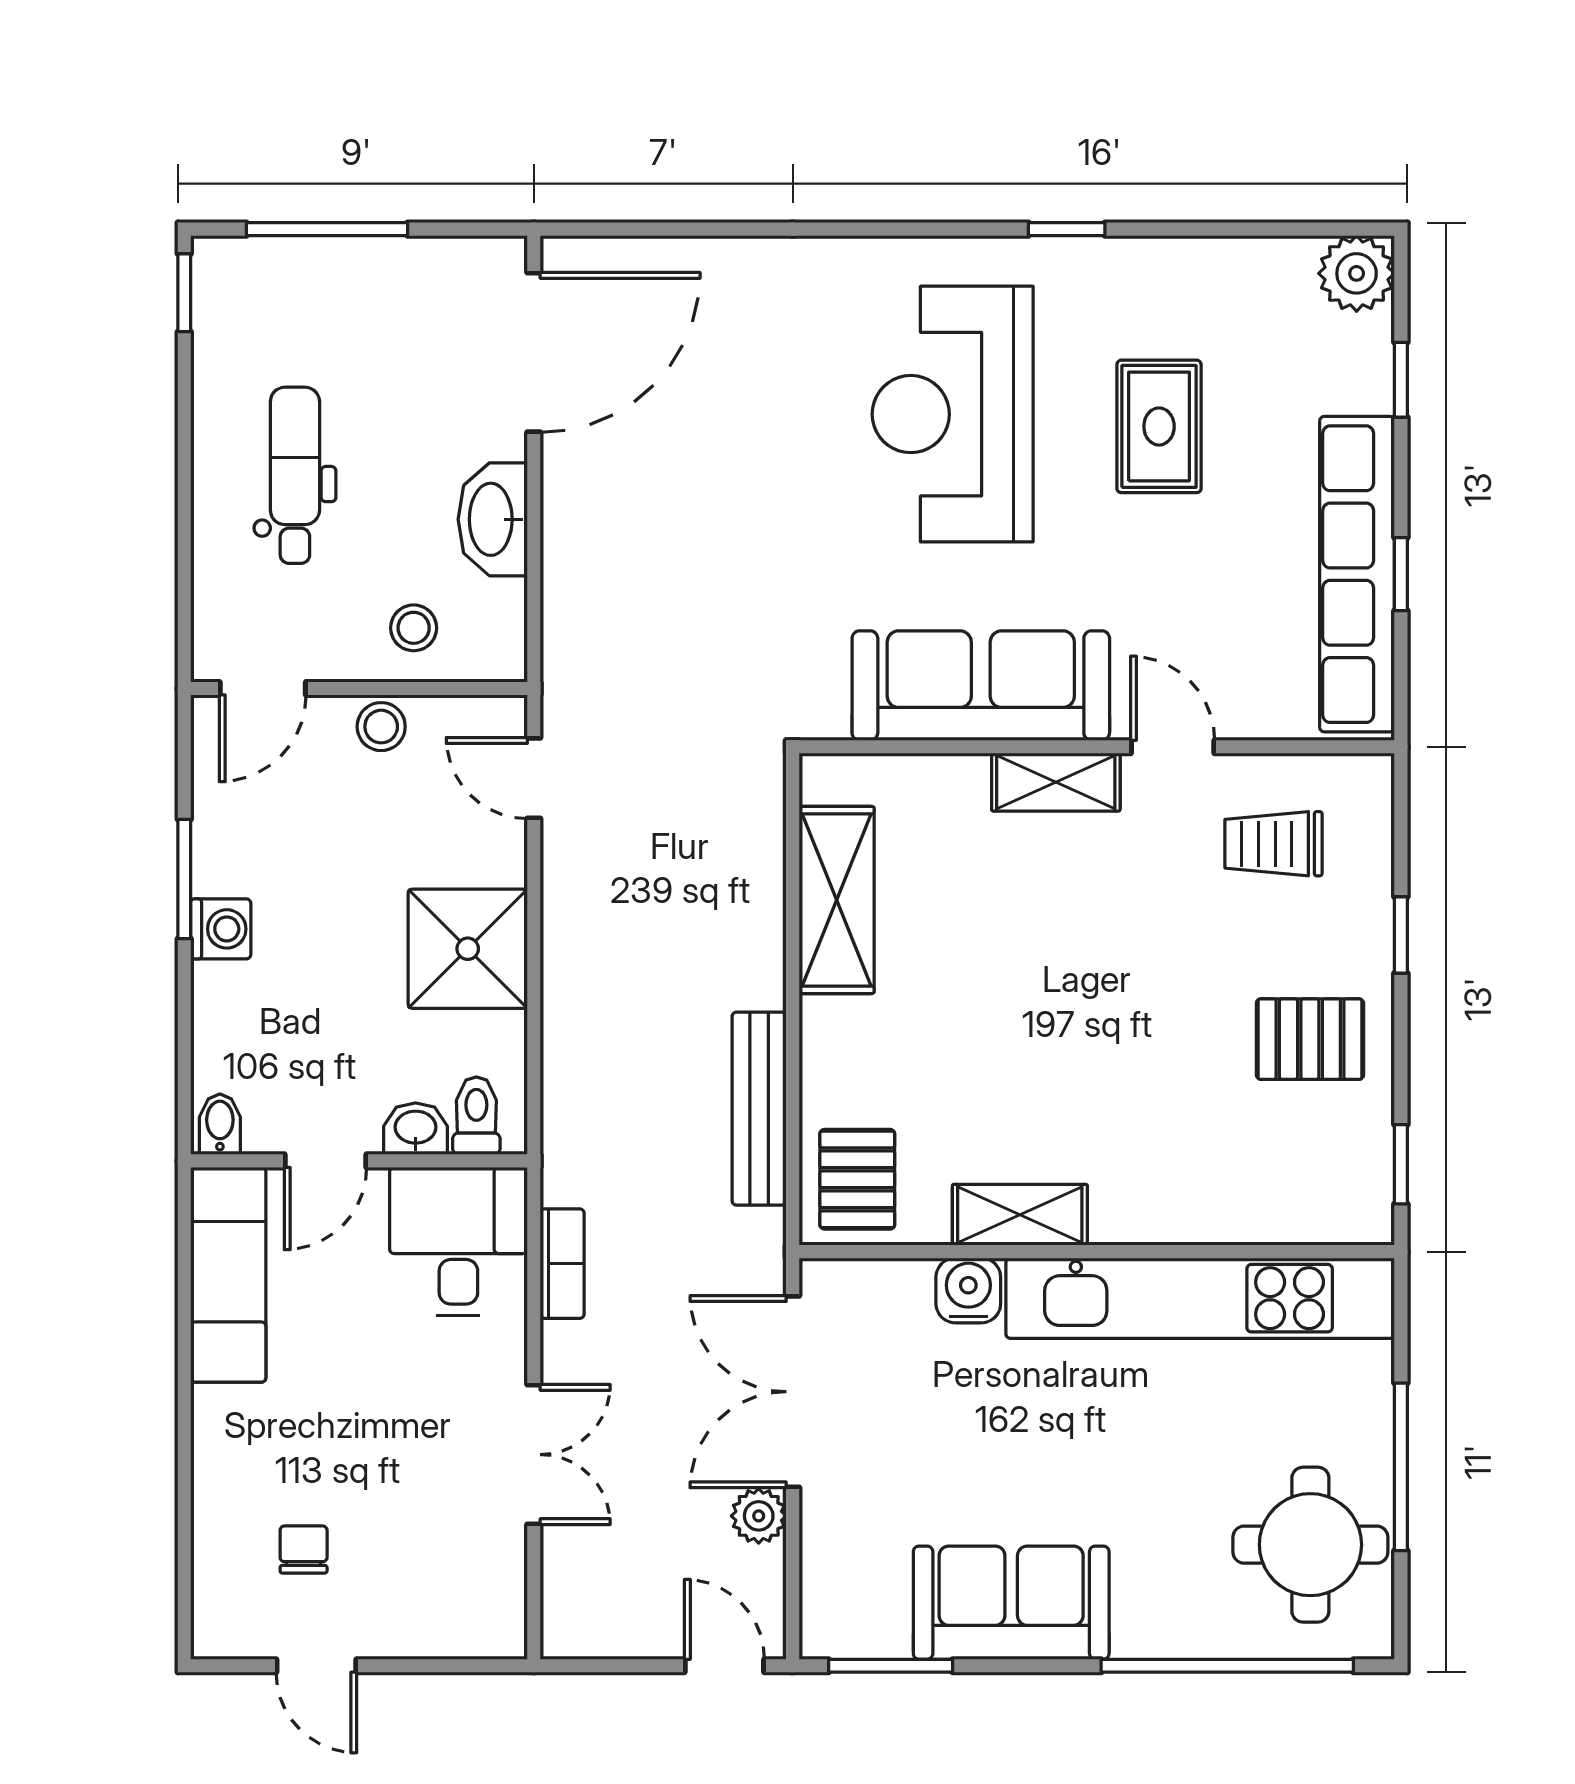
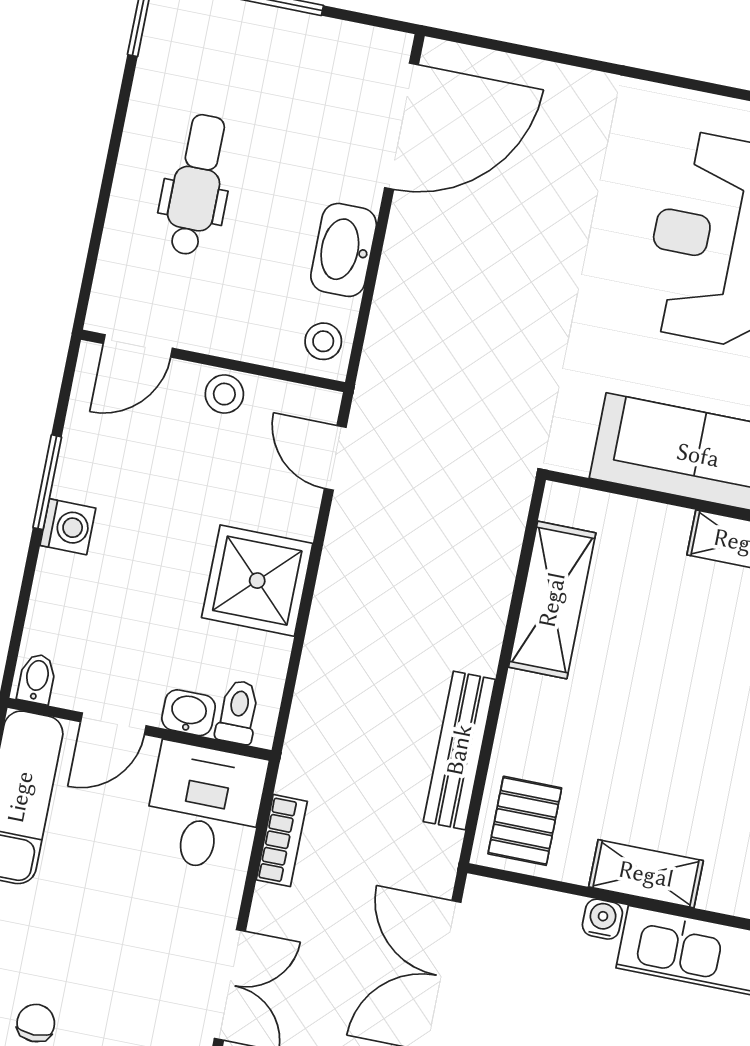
stool: (414, 628) -> (323, 341), moved
water cooler: (968, 1290) -> (602, 919), width x0.72, depth x0.72

